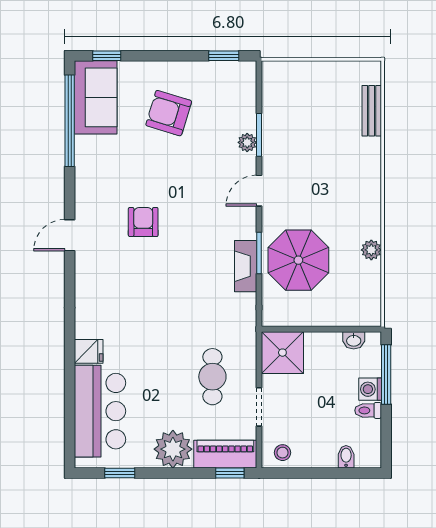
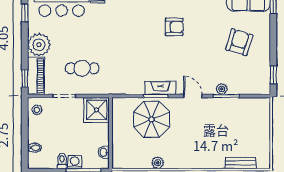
fireplace: (246, 266) -> (160, 88), moved

